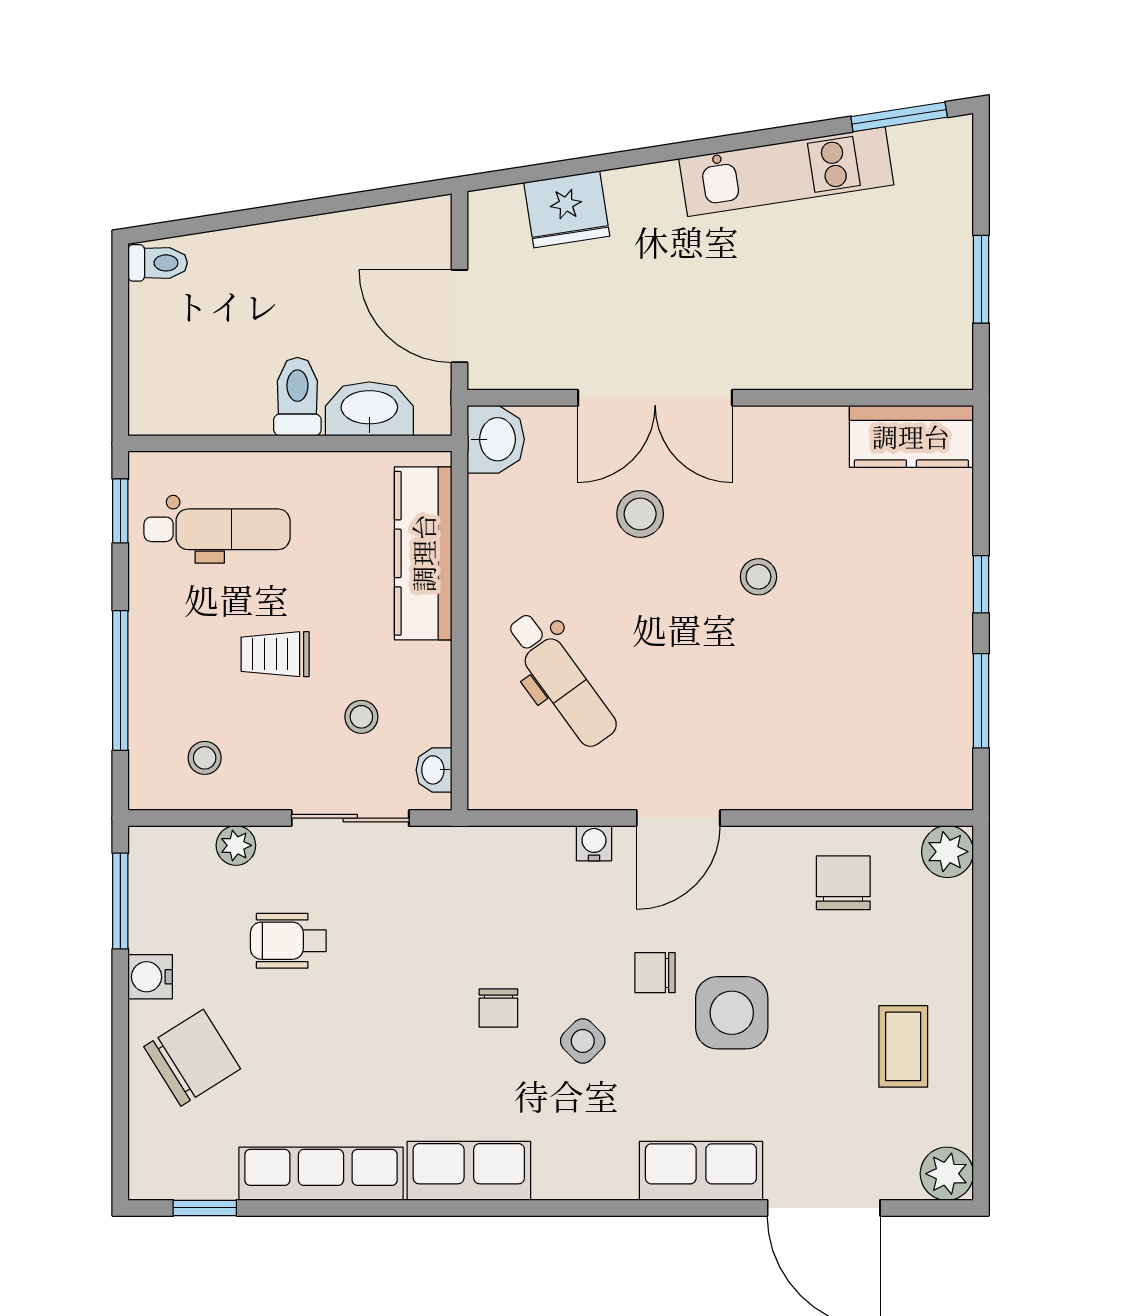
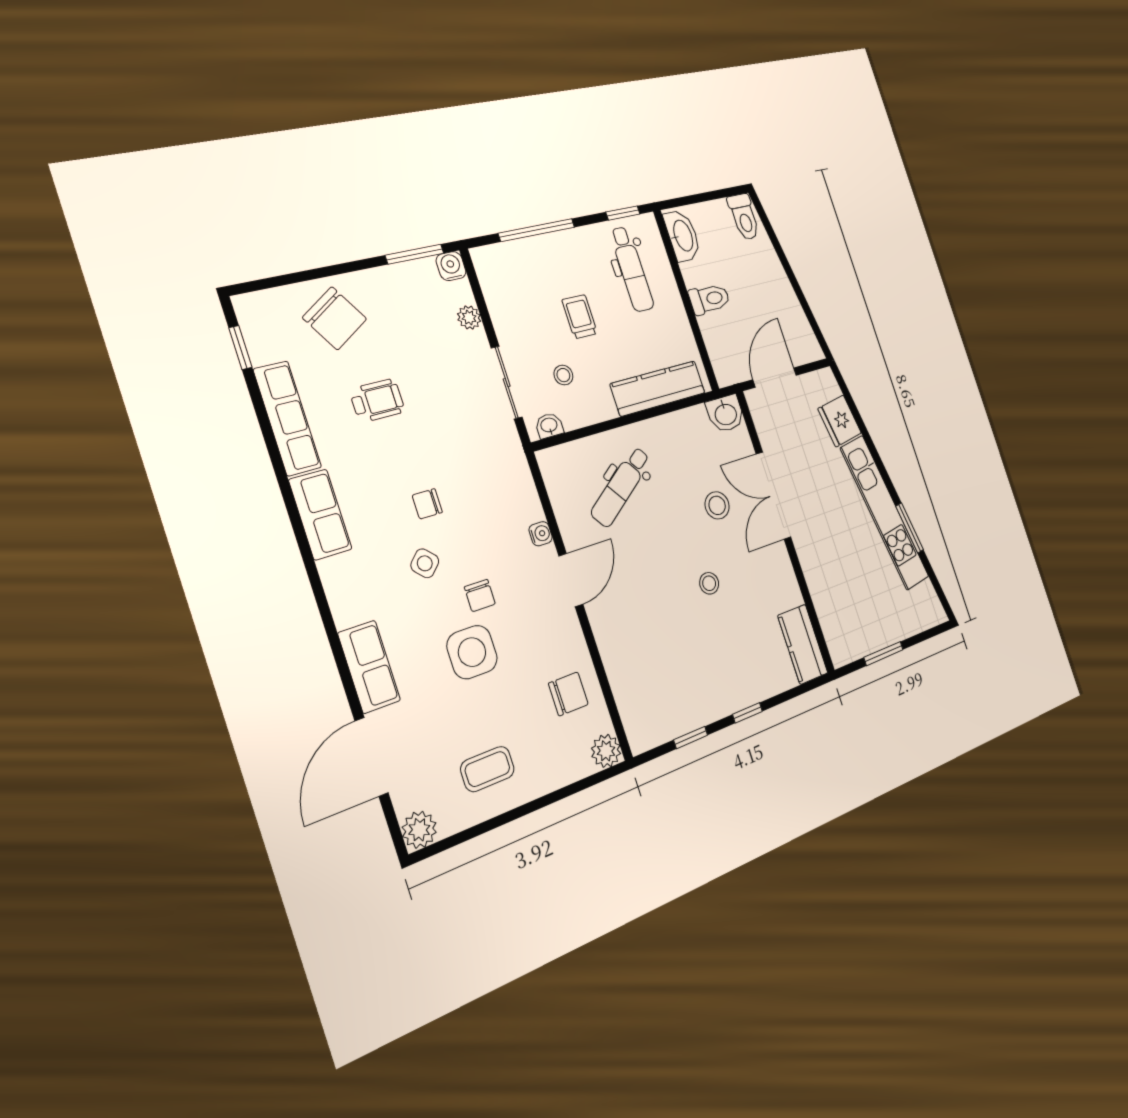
window: (899, 117) -> (910, 528), moved
kitchen unit: (786, 172) -> (885, 513), width x1.36
toilet: (158, 263) -> (744, 217), width x1.37, depth x1.39
washbasin: (369, 409) -> (682, 236), moved
window: (981, 701) -> (691, 738), width x0.67
stool: (205, 758) -> (511, 288), removed
door: (678, 818) -> (571, 580), swing flipped
wheelchair: (288, 941) -> (377, 401), moved, turned 90
chair: (655, 973) -> (480, 596), turned 180
water cooler: (150, 977) -> (451, 266), moved

